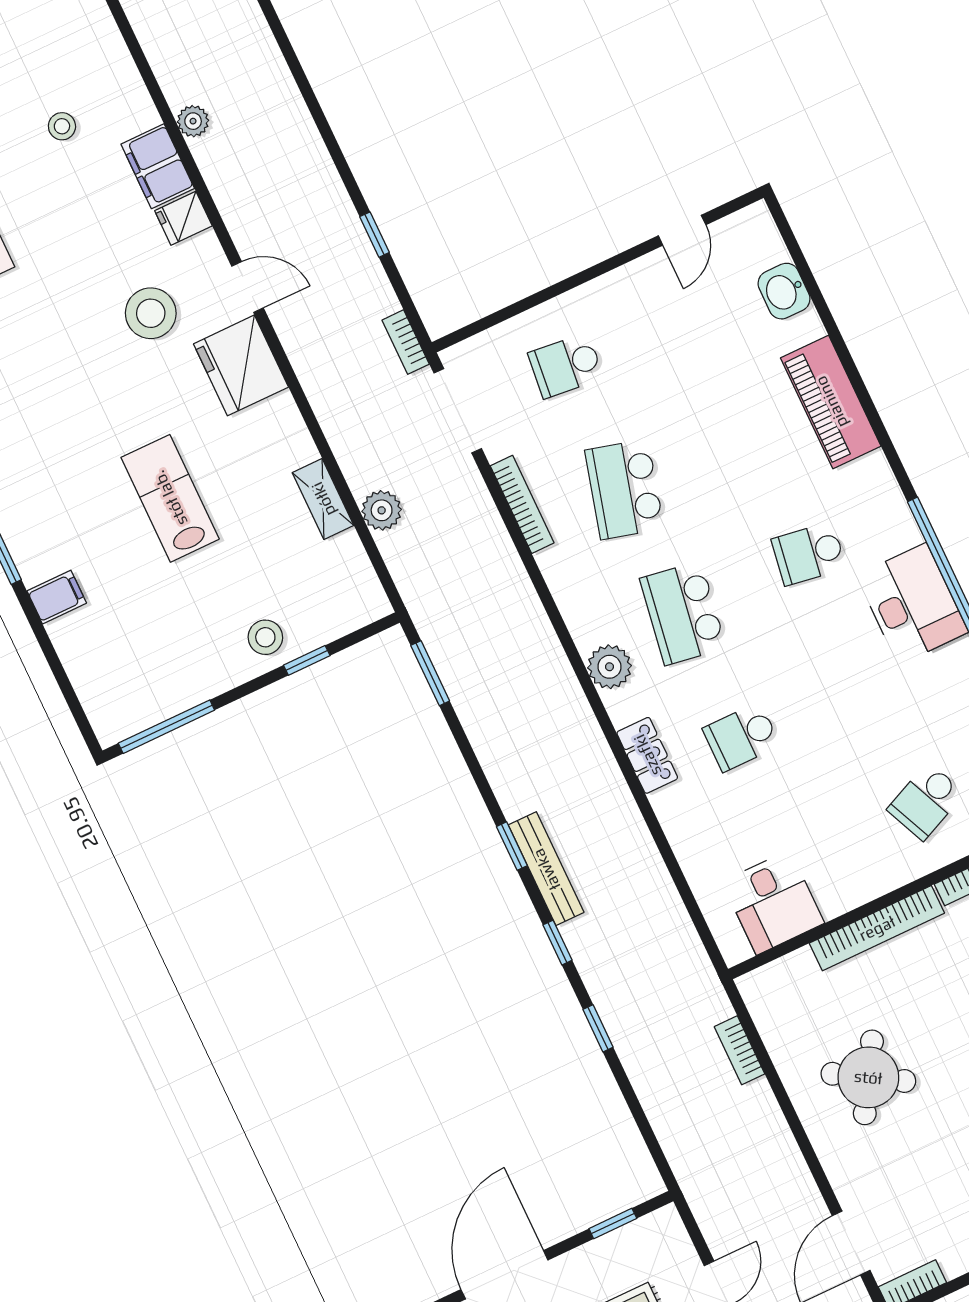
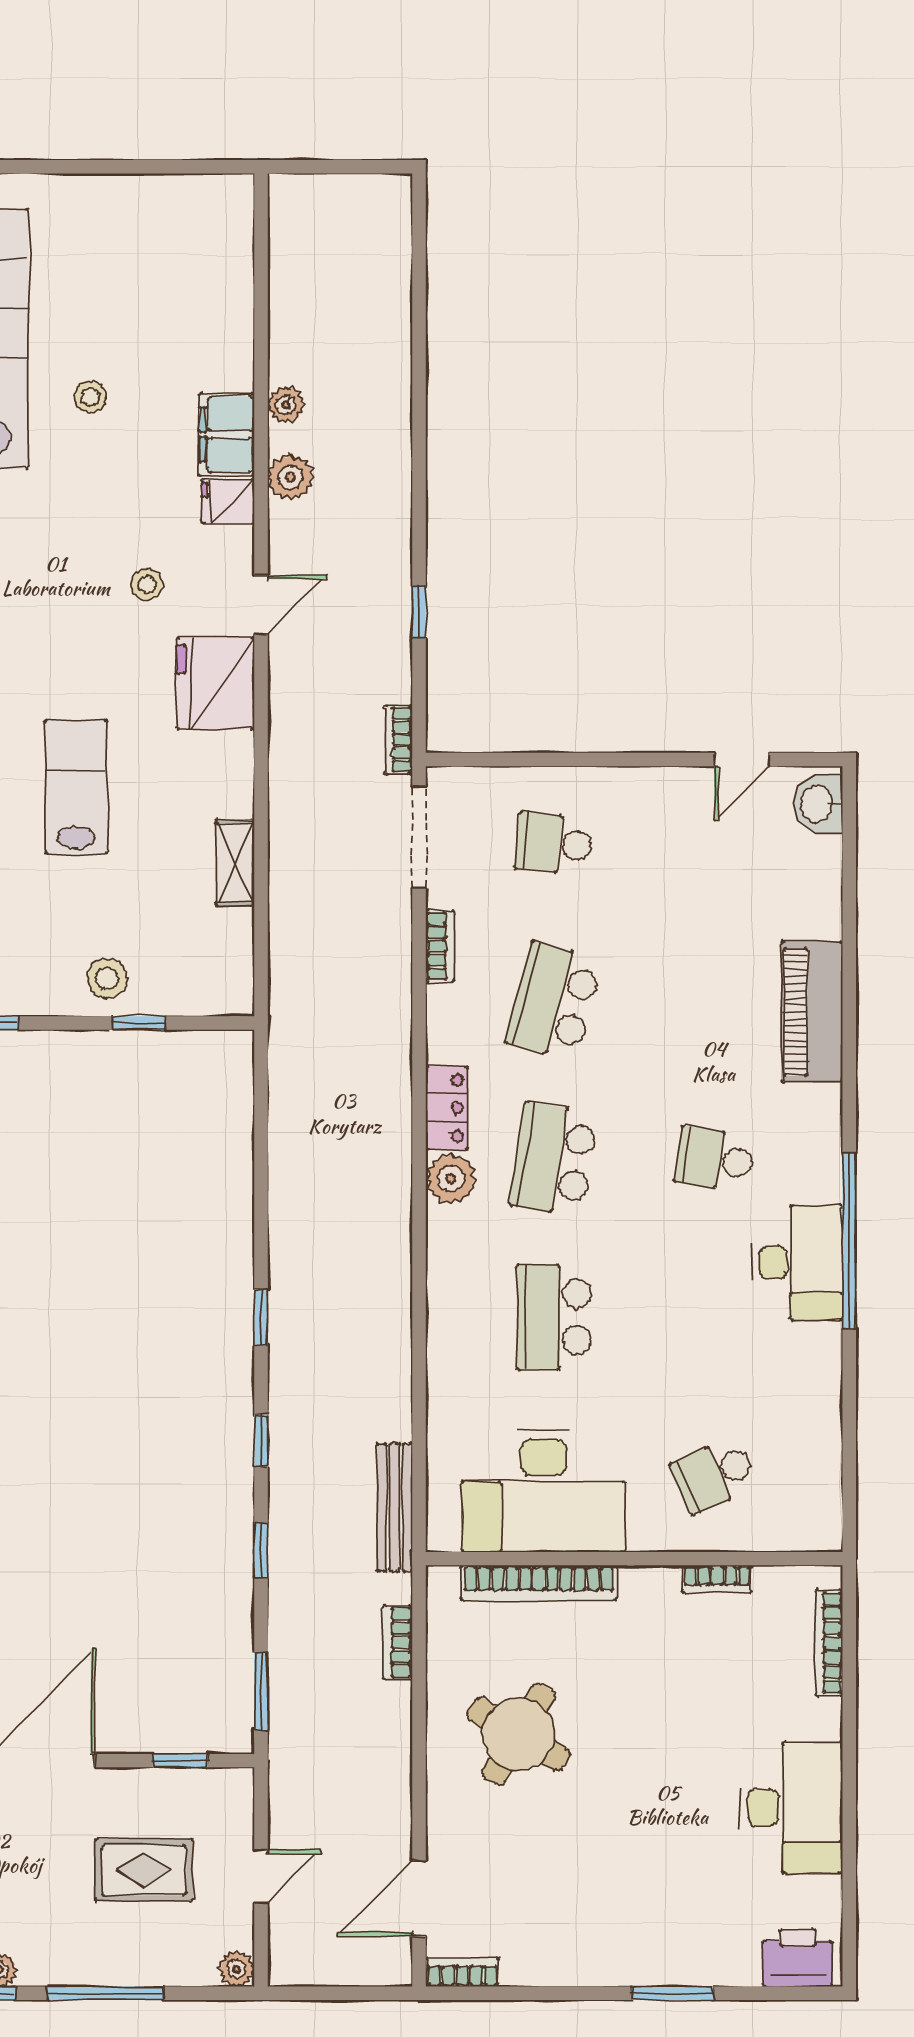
stool: (62, 126) -> (90, 397), moved
door: (248, 287) -> (261, 605), hinge flipped
washbasin: (784, 291) -> (818, 804), moved
stool: (151, 313) -> (147, 584), width x0.53, depth x0.53
bookcase: (522, 504) -> (440, 946), width x0.64
plant: (382, 510) -> (291, 477), moved
window: (430, 673) -> (261, 1691), moved
school desk: (741, 737) -> (554, 1317), width x1.85
locker: (647, 755) -> (447, 1108), moved
bench: (546, 869) -> (394, 1507), moved
desk: (773, 902) -> (544, 1491), width x1.87, depth x1.30
bookcase: (877, 928) -> (539, 1583), moved

